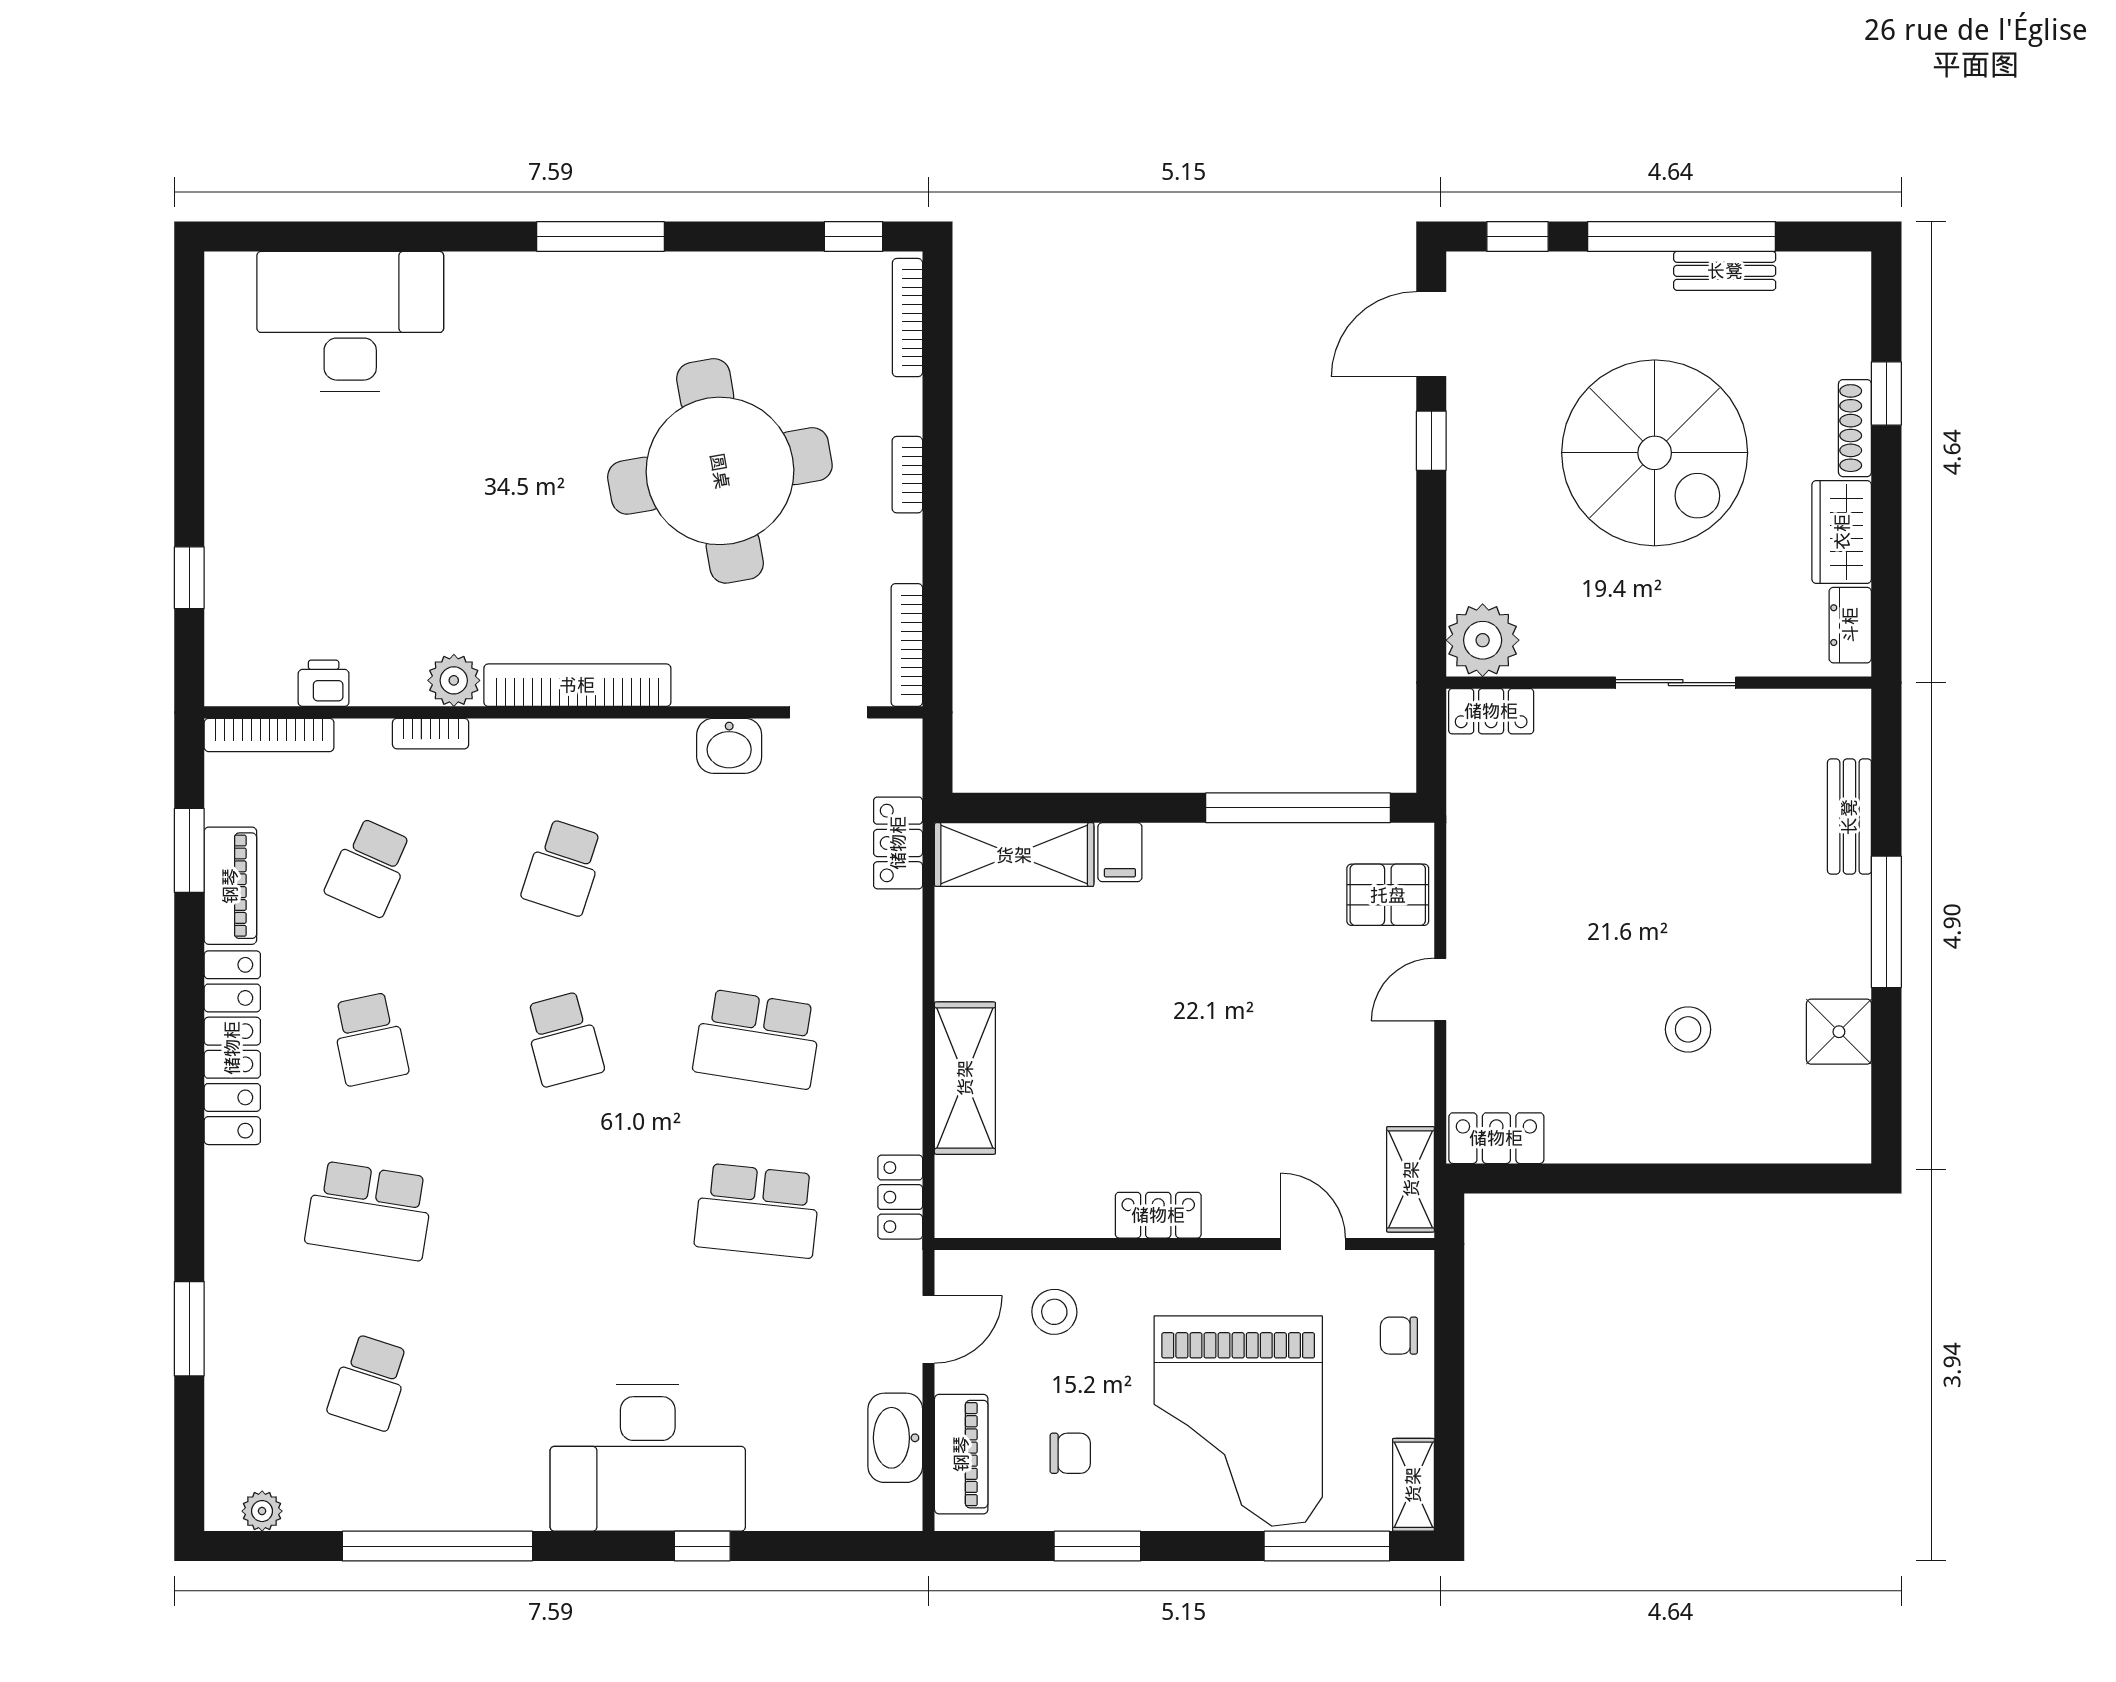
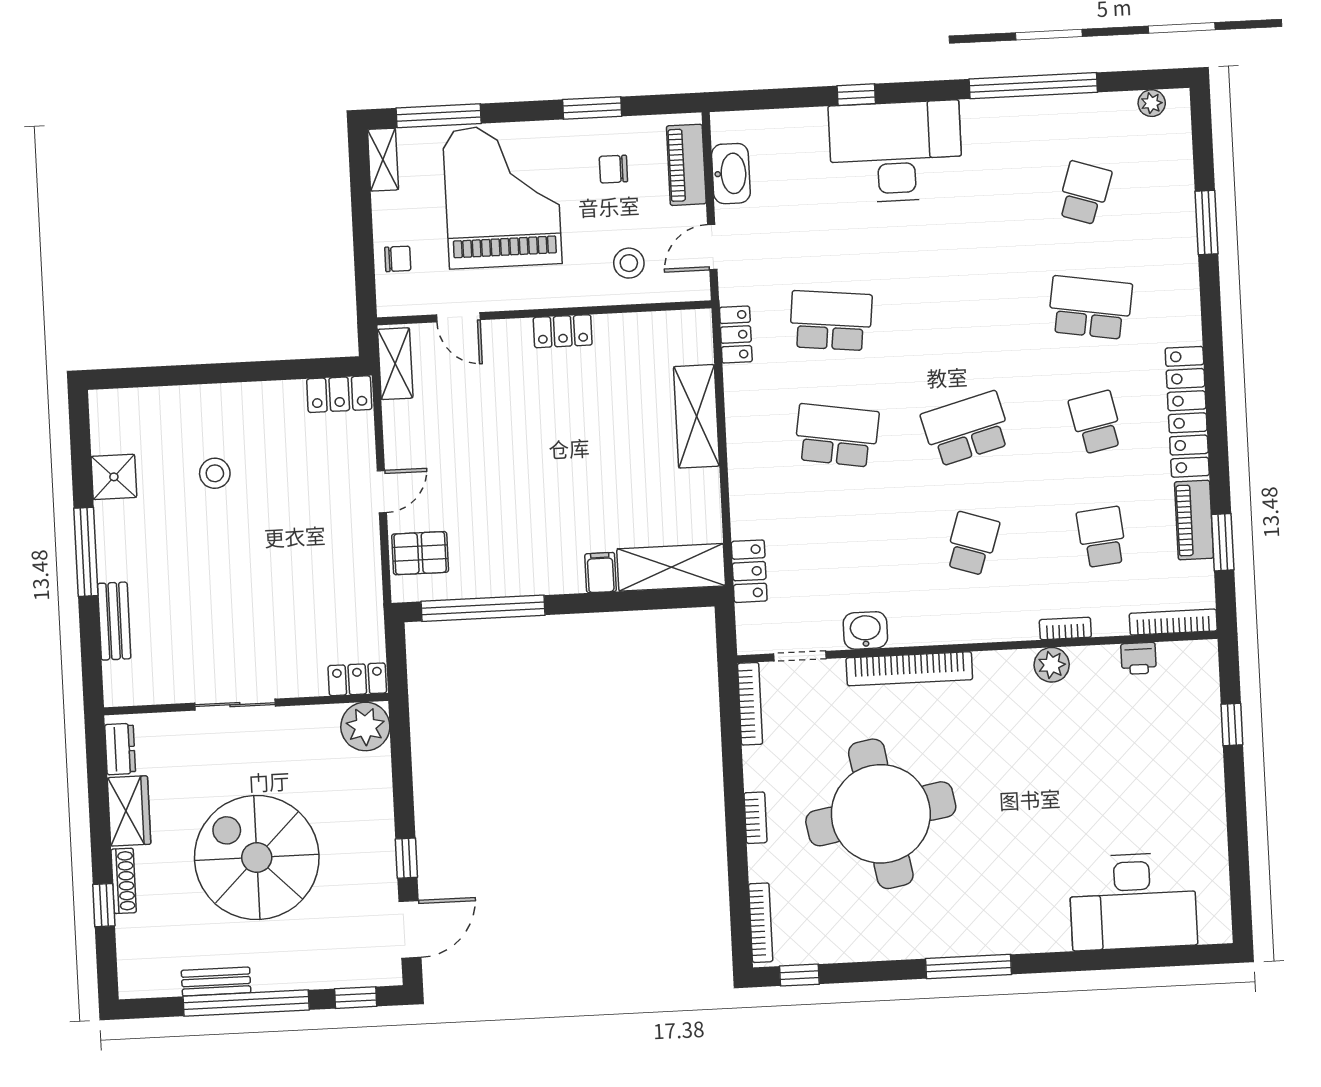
bookcase: (577, 685) -> (909, 669), moved
school desk: (369, 867) -> (1102, 537), turned -30
school desk: (563, 1039) -> (966, 429), width x1.85

